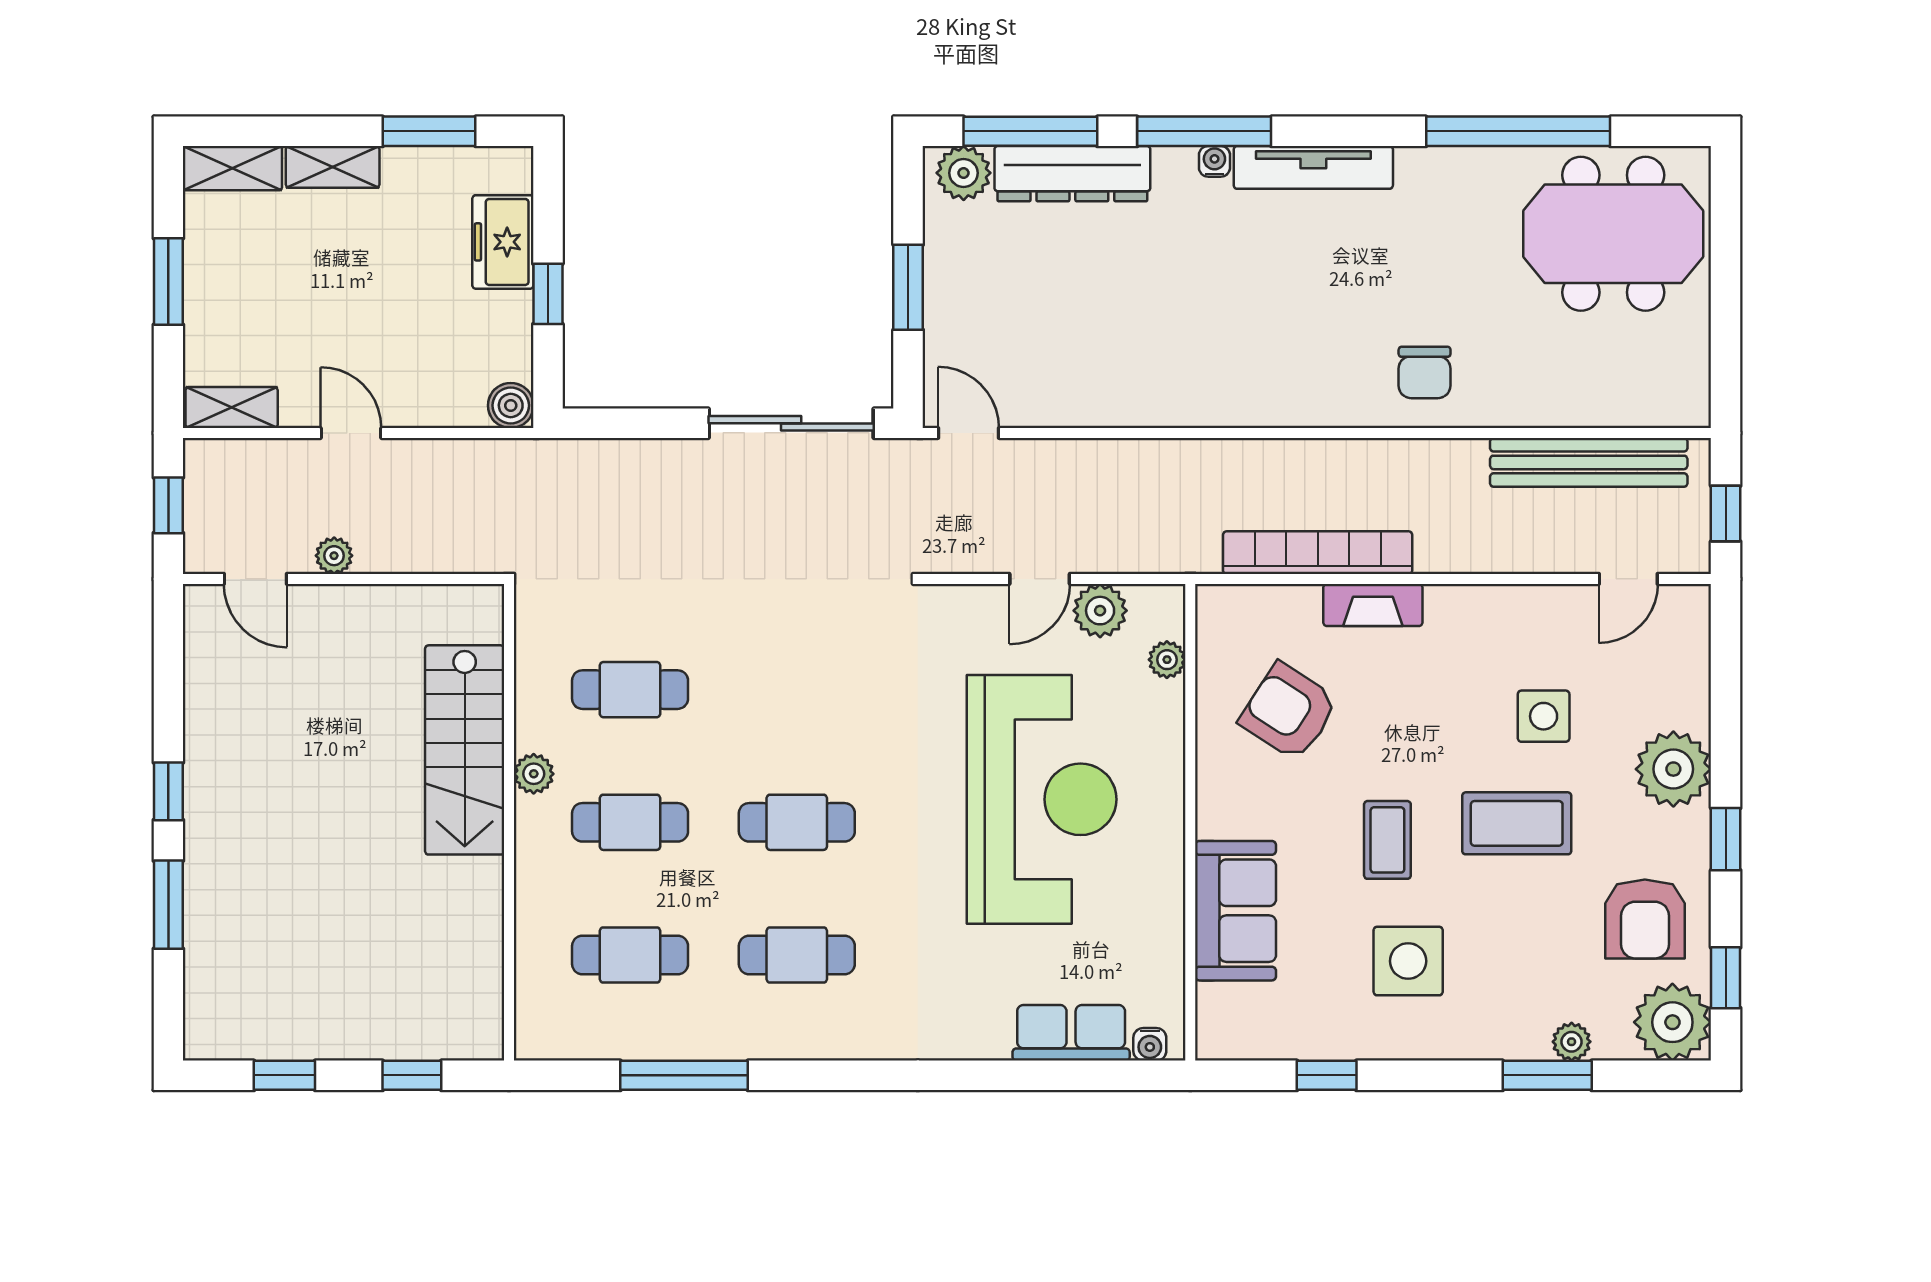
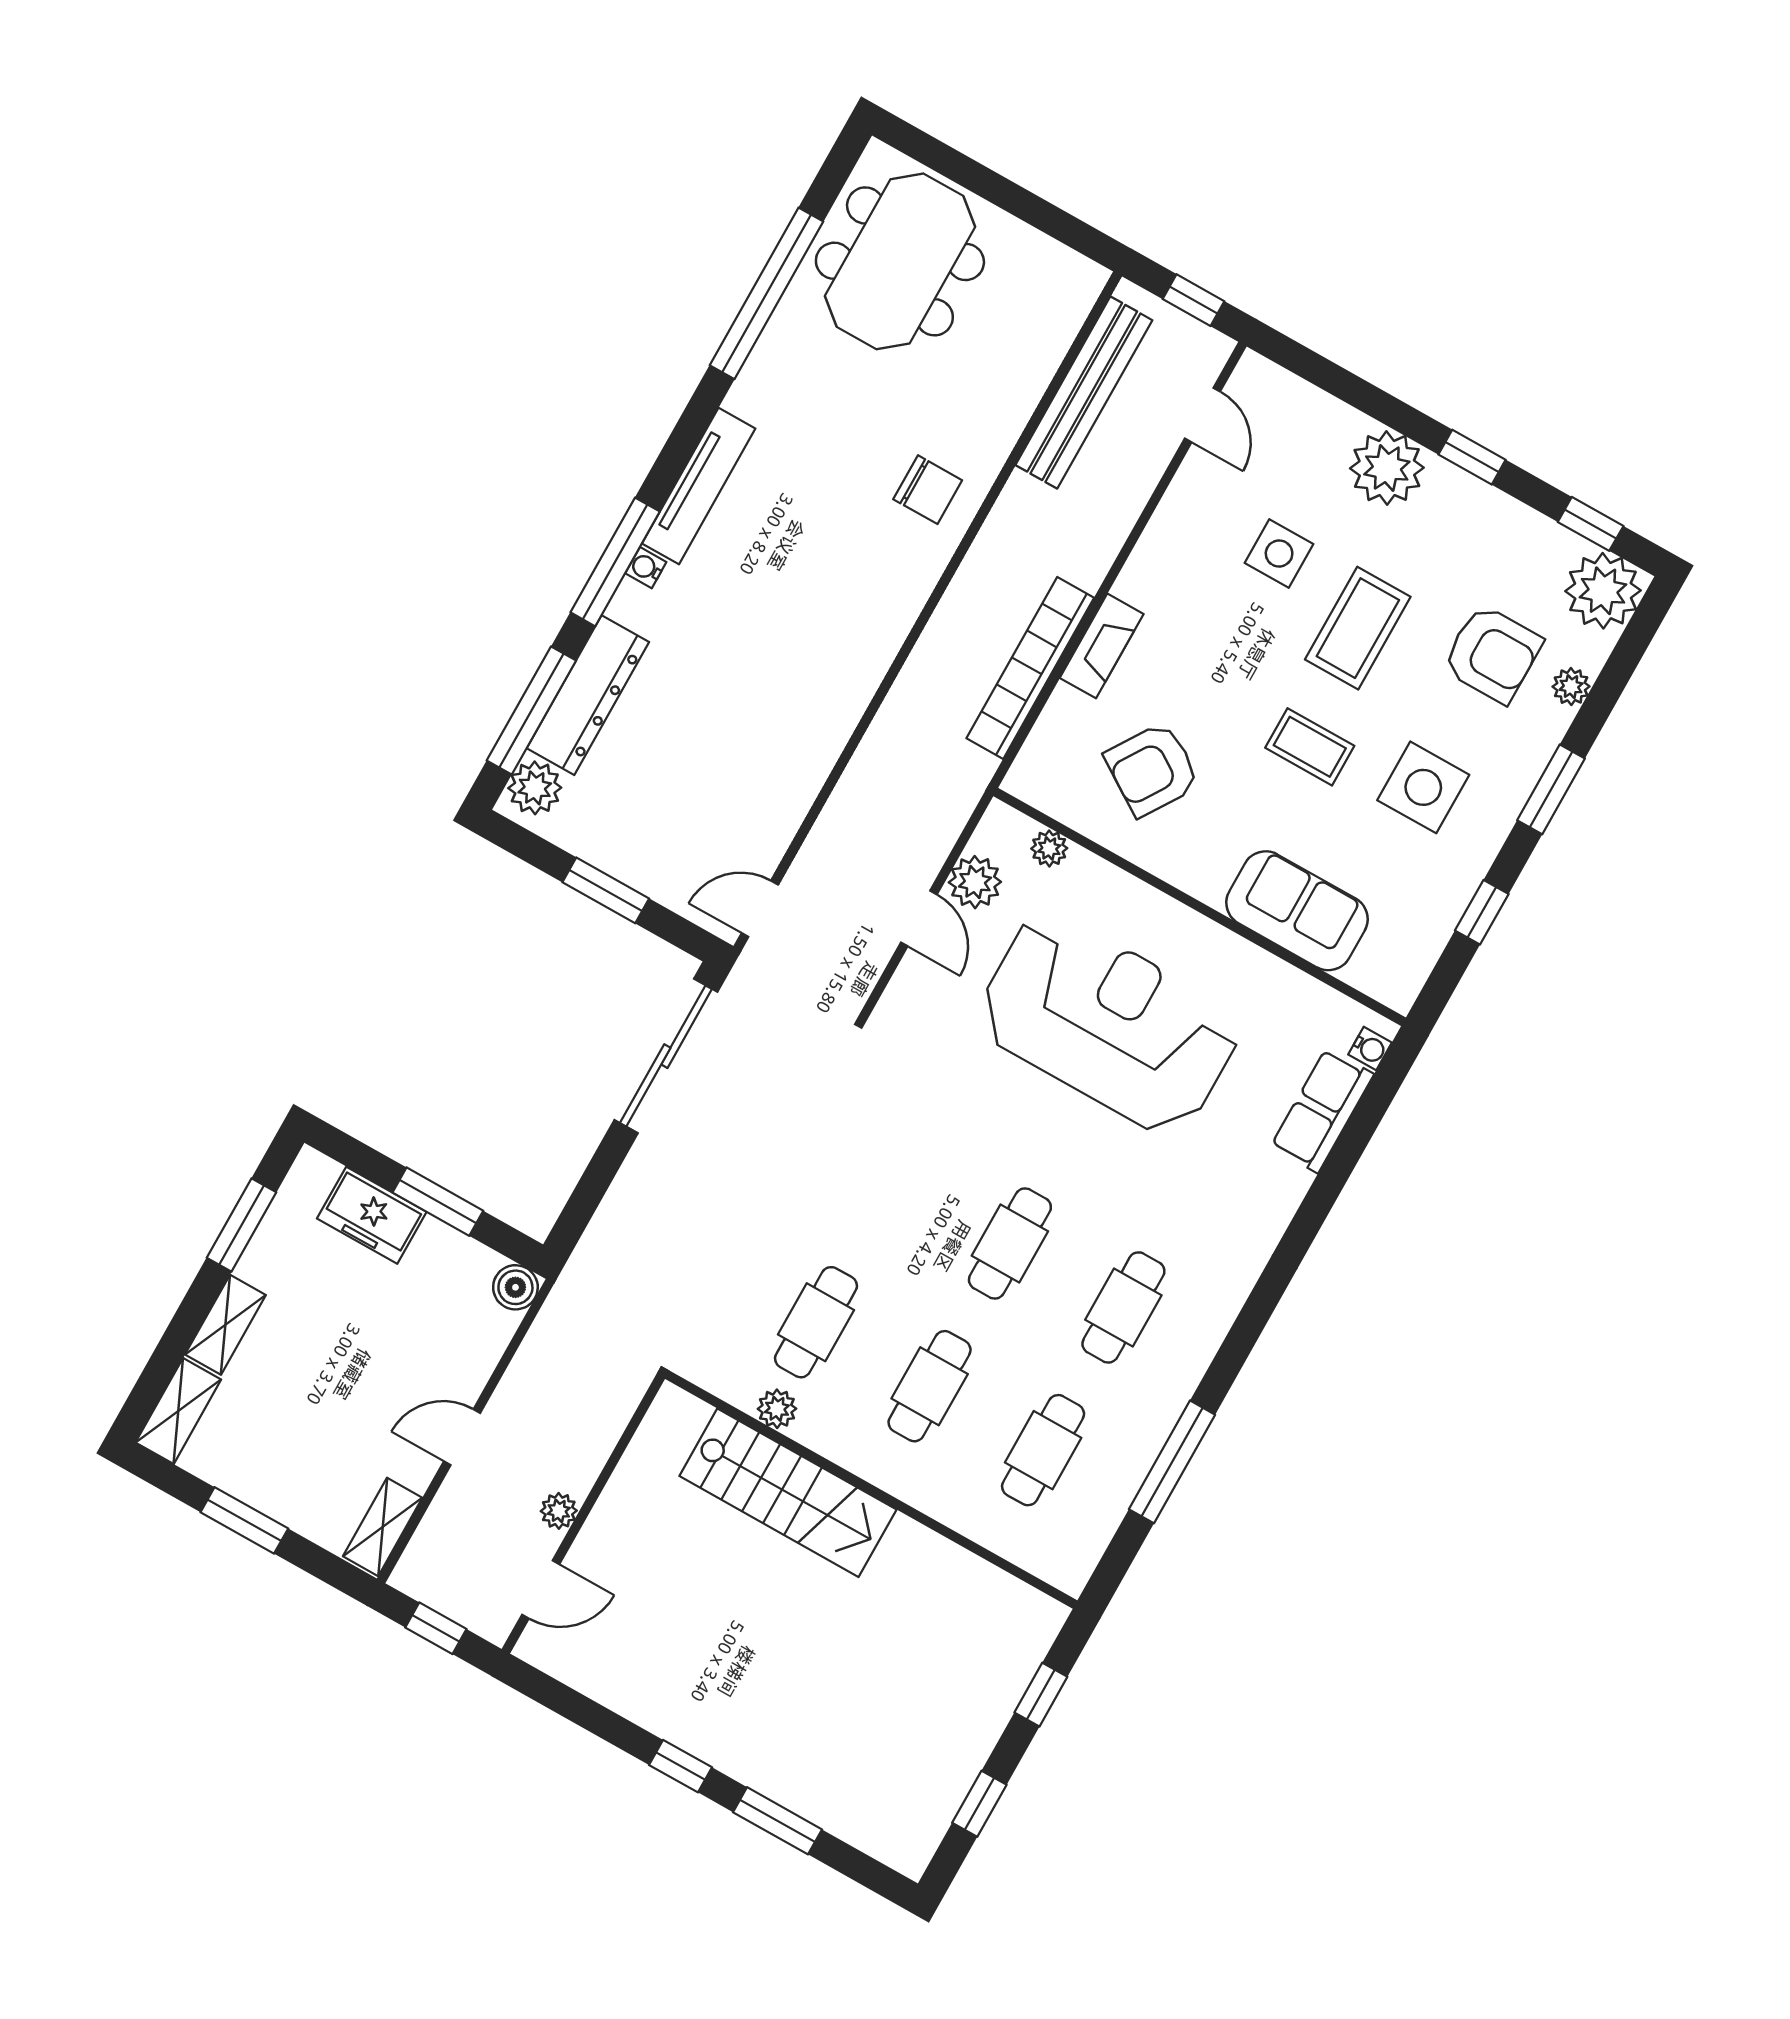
window: (548, 294) -> (438, 1202), width x1.50
plant: (534, 774) -> (777, 1409), moved
armchair: (1645, 919) -> (1492, 654), moved
window: (1547, 1075) -> (1551, 789), moved

